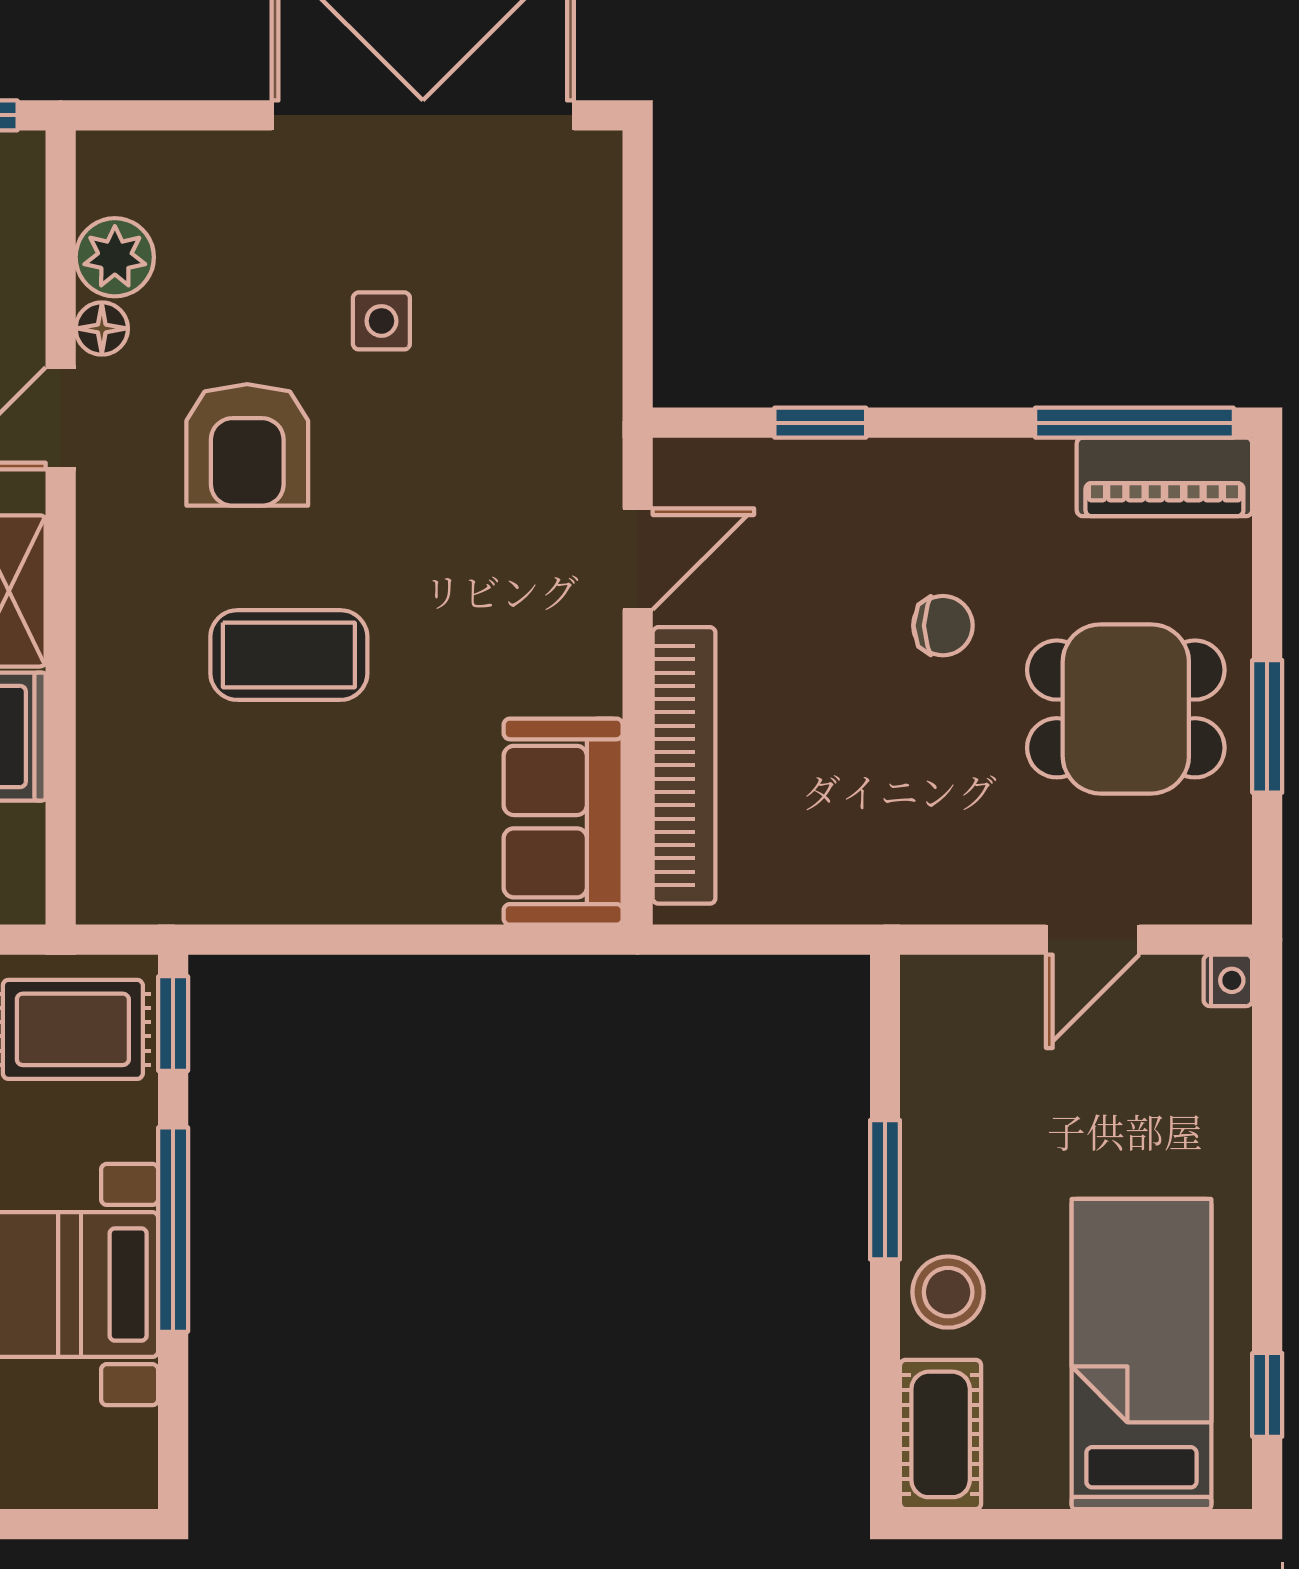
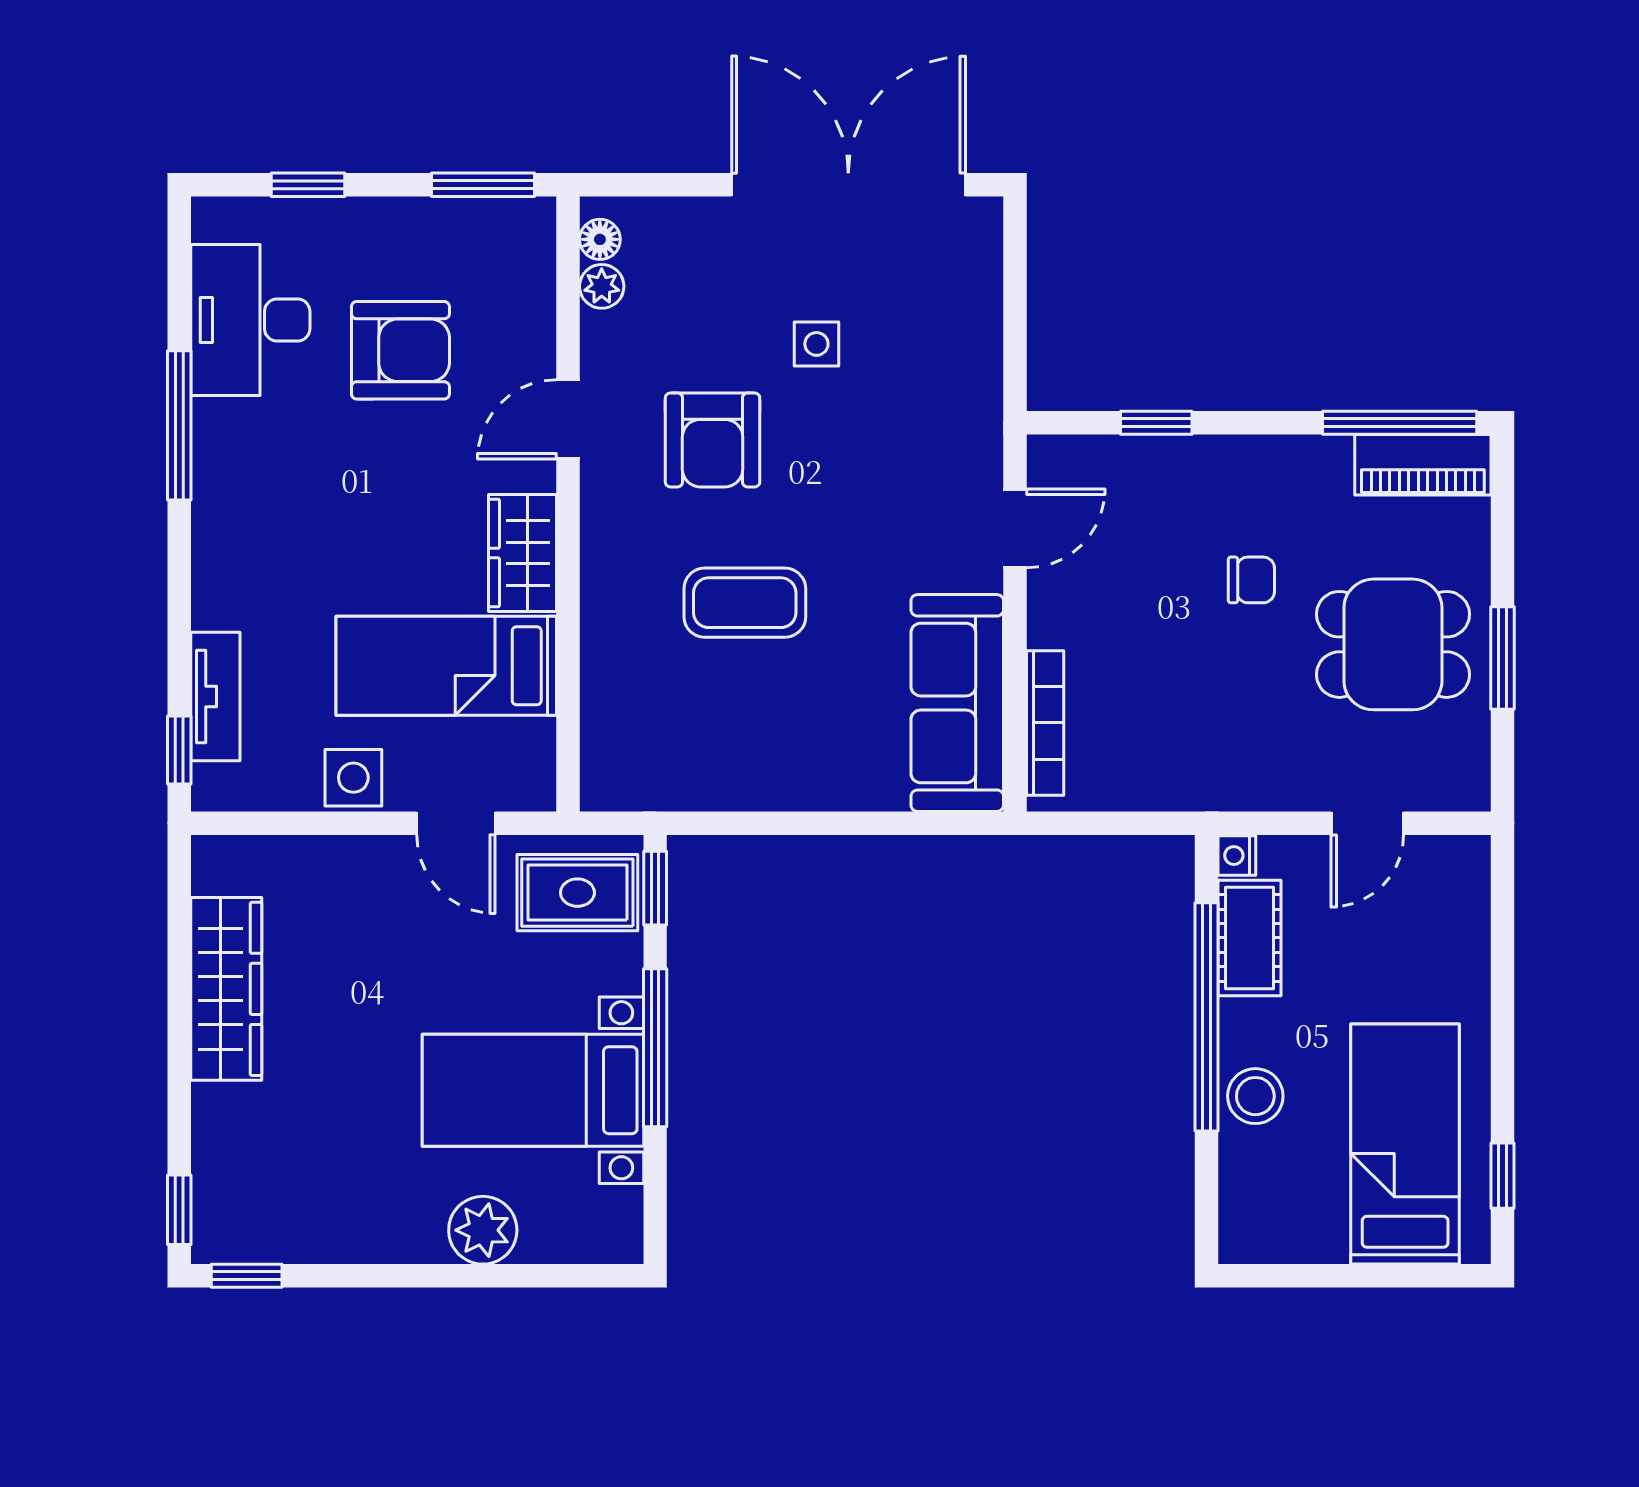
plant: (115, 257) -> (602, 286), width x0.73, depth x0.73
floor lamp: (102, 328) -> (600, 239), moved
bookcase: (684, 765) -> (1045, 723), width x0.68, depth x0.76
sofa: (563, 822) -> (957, 703), width x1.36
nightstand: (1228, 980) -> (1237, 856), moved, turned 180
window: (885, 1190) -> (1206, 1017), width x2.11
cot: (941, 1434) -> (1250, 938), moved

